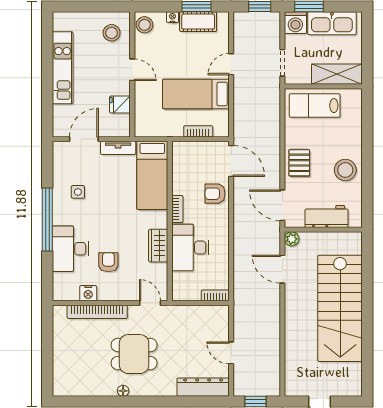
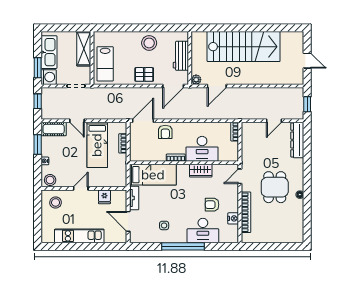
cot: (198, 22) -> (54, 129), moved, turned 90

